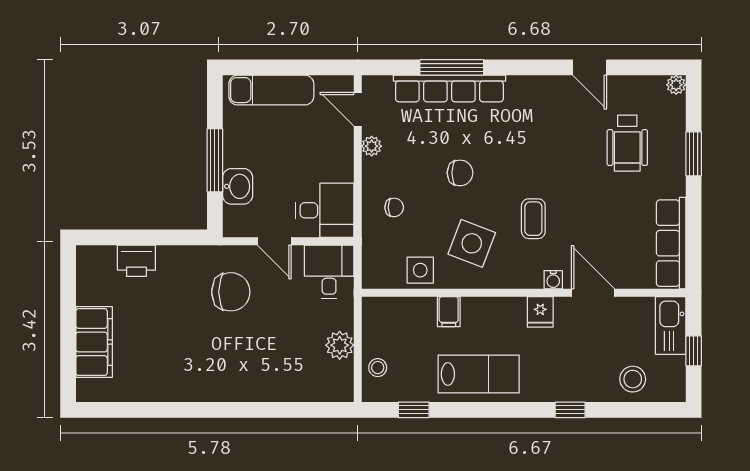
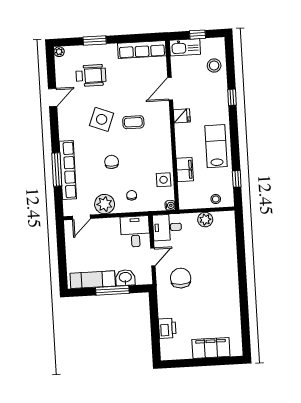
exam couch: (271, 90) -> (93, 280), moved, turned -90
plant: (372, 146) -> (105, 204), width x1.87, depth x1.87
side table: (472, 243) -> (102, 119), moved
water cooler: (553, 280) -> (170, 205), moved
filing cabinet: (449, 312) -> (185, 170), width x2.00

